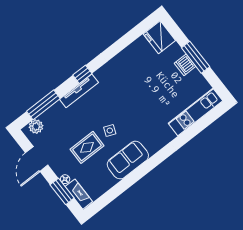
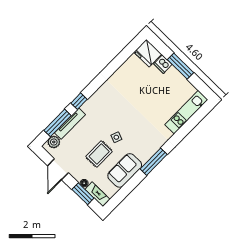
dishwasher: (185, 65) -> (163, 64), moved
window: (82, 74) -> (79, 101), moved
tv unit: (79, 91) -> (70, 124), moved
sofa: (128, 160) -> (125, 170), moved
window: (150, 165) -> (154, 162), added

